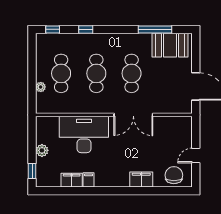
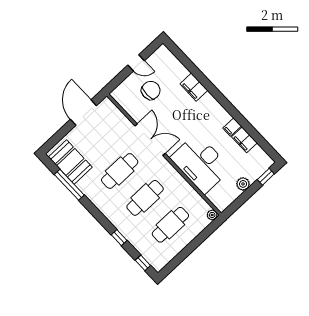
plant: (41, 87) -> (212, 215), moved
chair: (174, 175) -> (151, 90), moved, turned 180

